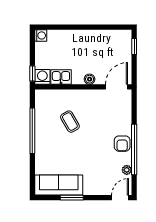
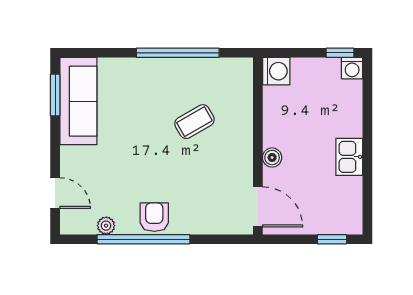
window: (32, 73) -> (340, 53), moved
kitchen sink: (61, 77) -> (349, 157), moved, turned 180
armchair: (122, 144) -> (154, 217), turned 90
window: (72, 198) -> (55, 95), moved
door: (120, 198) -> (55, 193), moved

